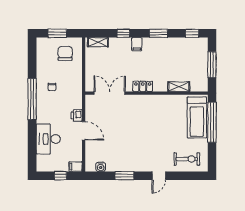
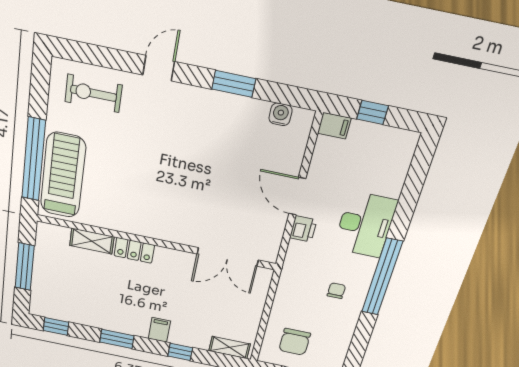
locker: (143, 86) -> (134, 250), moved
desk: (48, 139) -> (365, 225), moved

